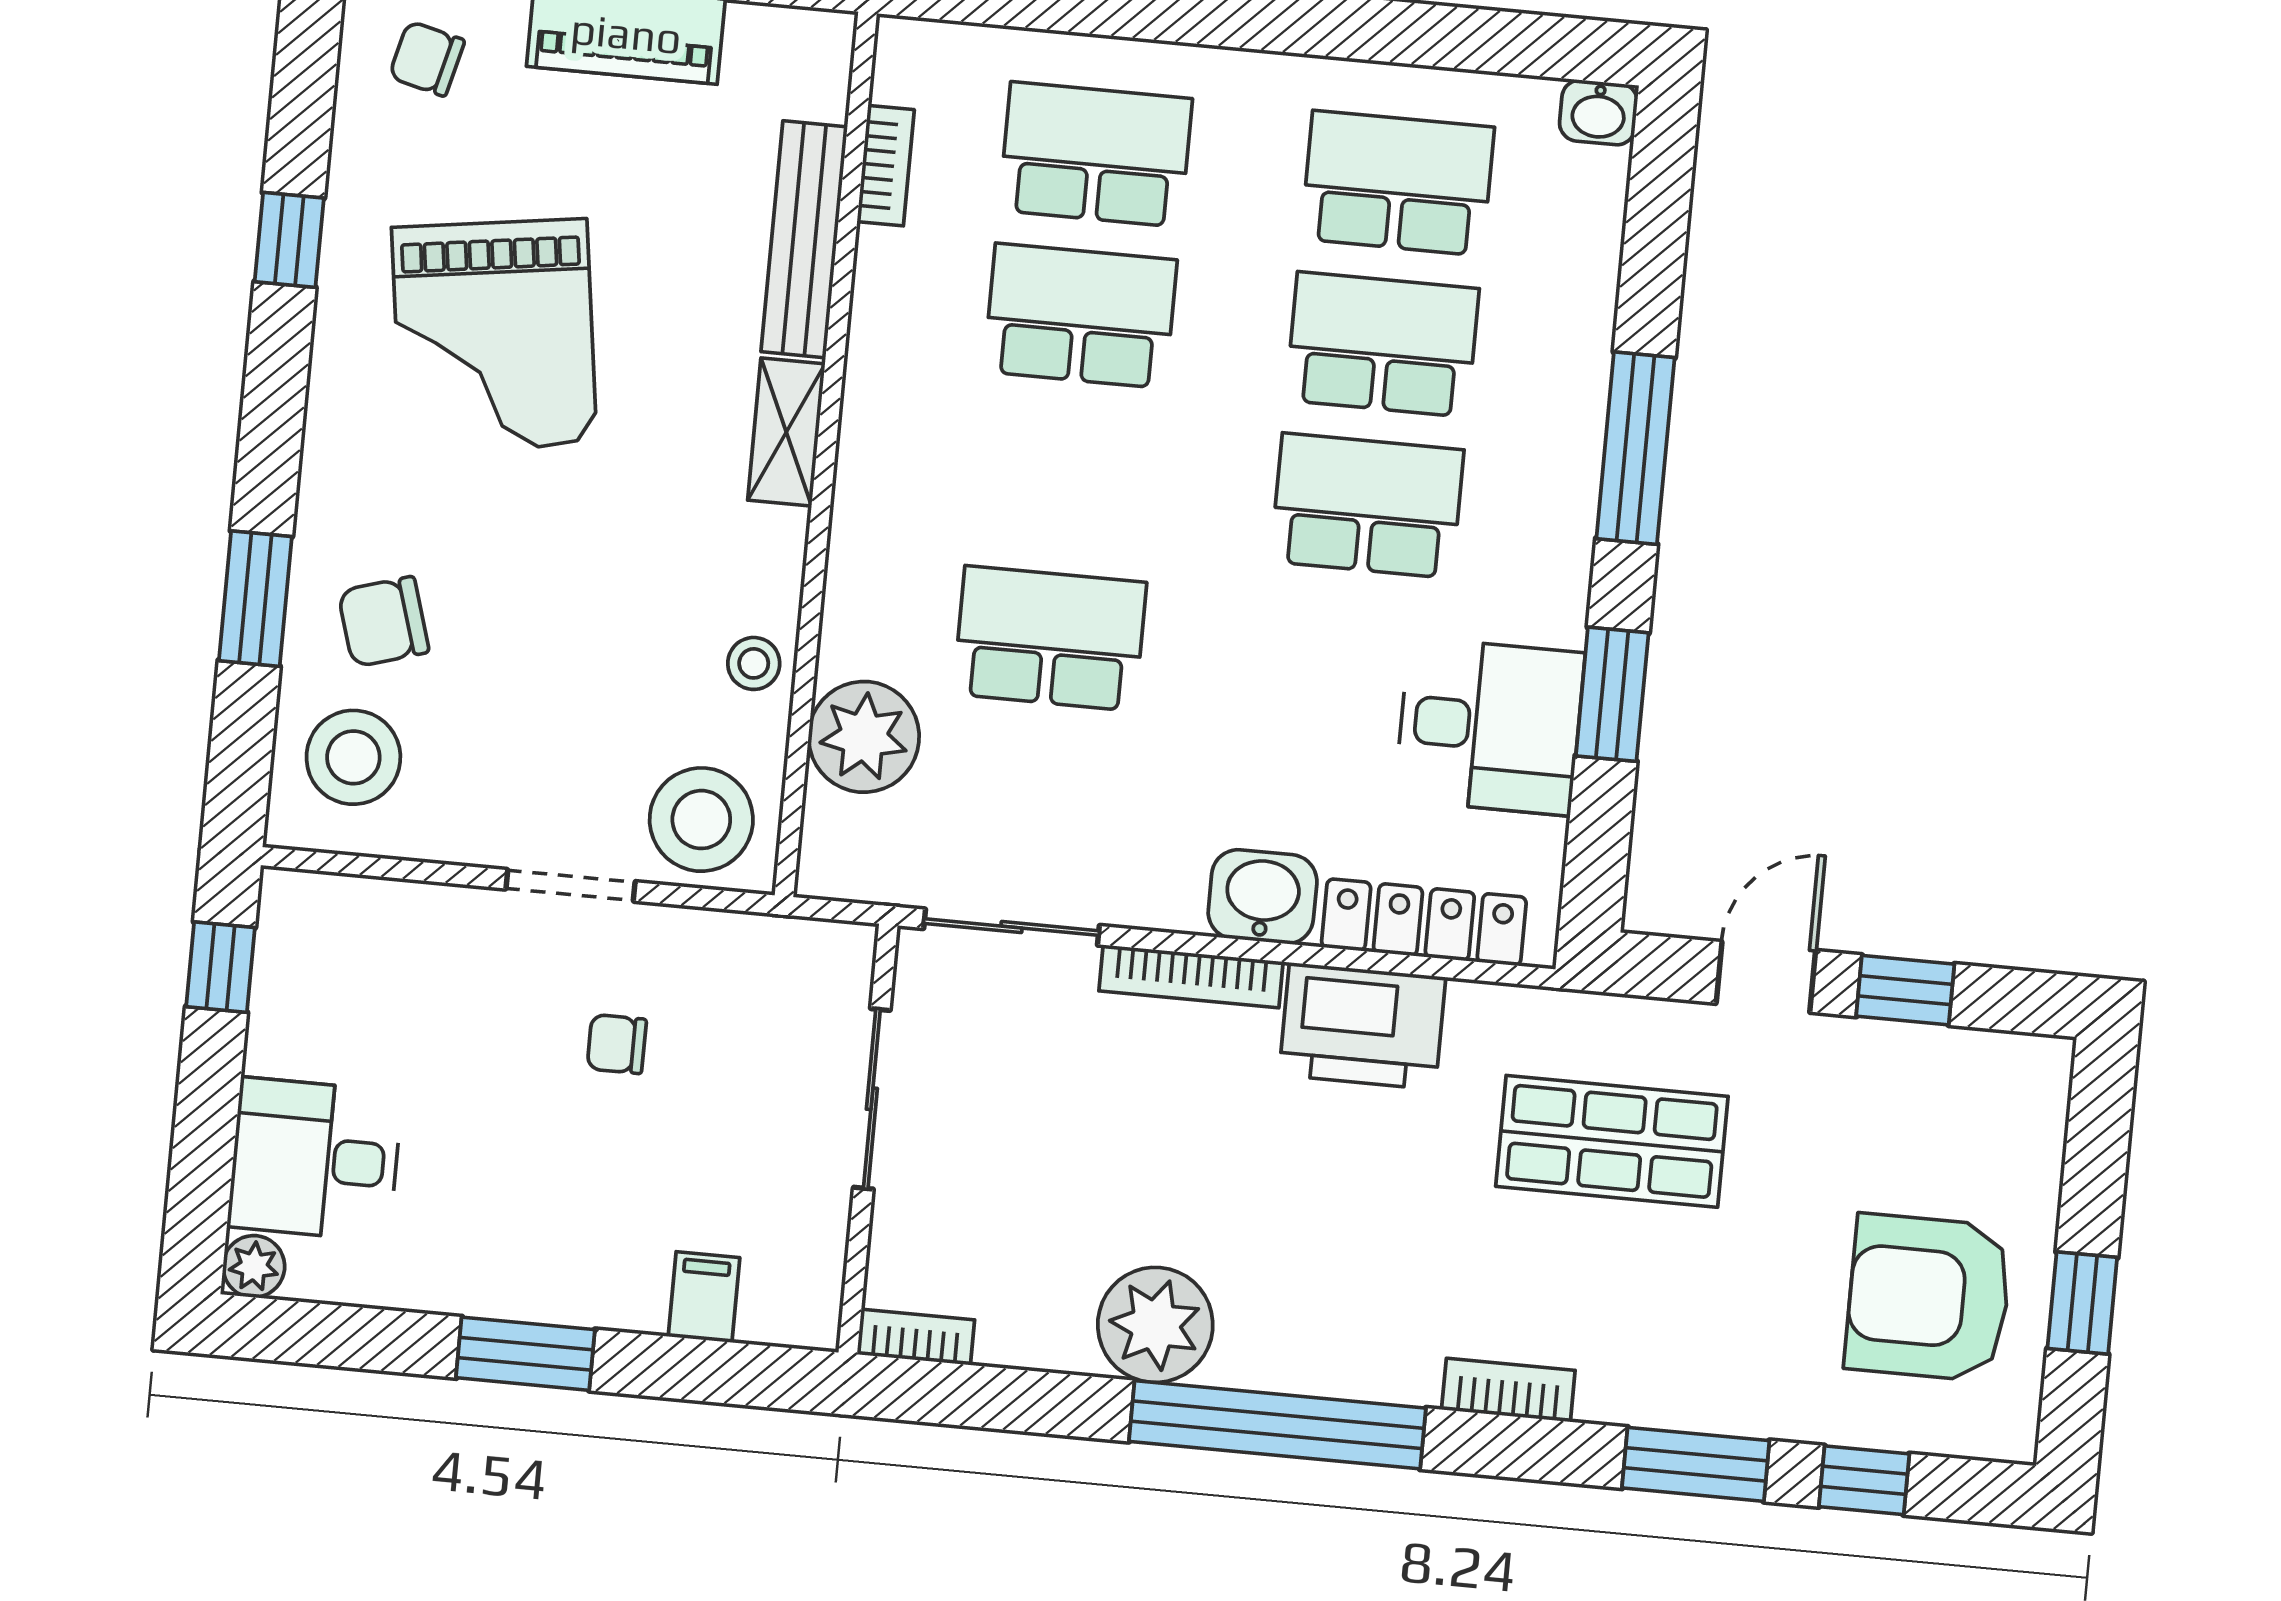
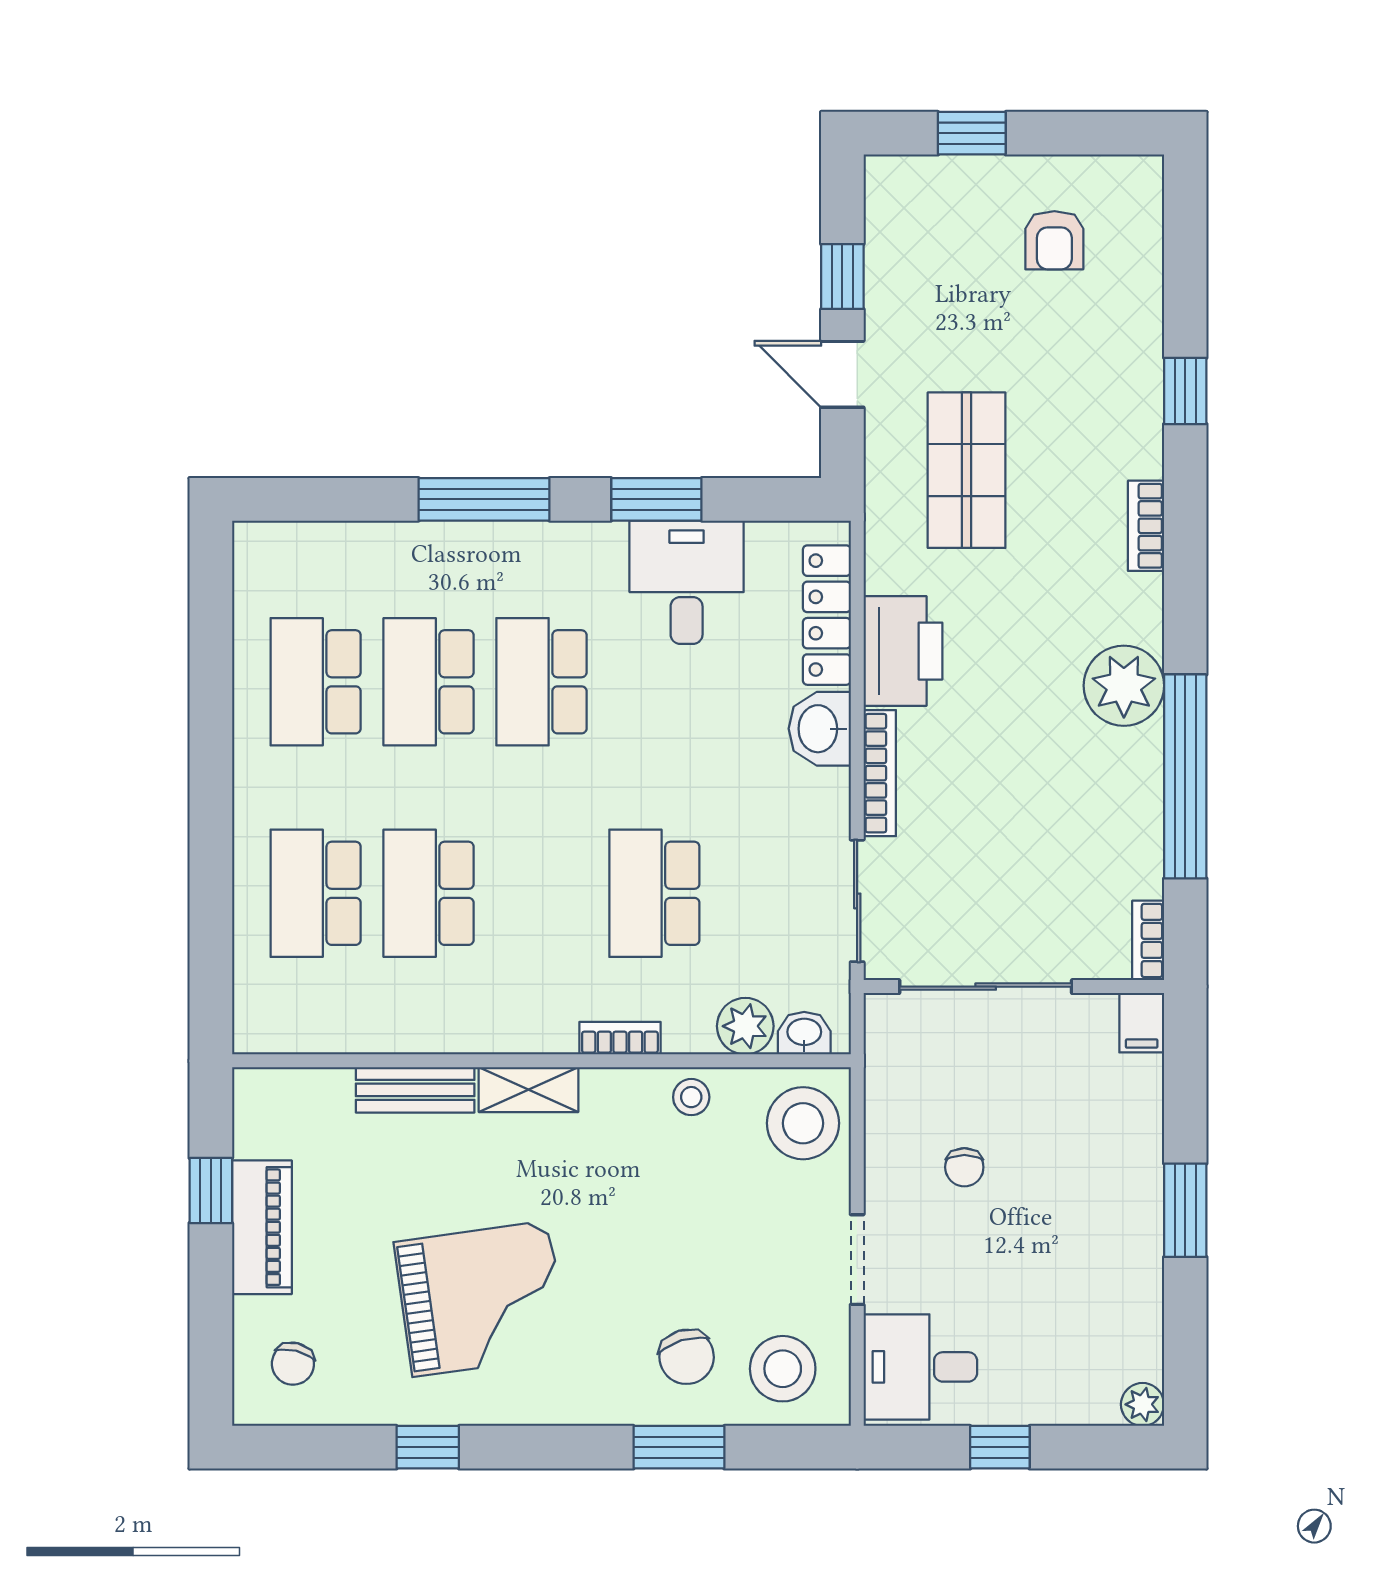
washbasin: (1599, 112) -> (804, 1033), moved, turned -90
bookcase: (886, 166) -> (620, 1038), moved
bench: (804, 239) -> (415, 1090), width x0.73
plant: (864, 737) -> (745, 1026), width x0.73, depth x0.73
doorway: (571, 885) -> (857, 1260), moved
window: (220, 967) -> (1000, 1447), moved
sliding door: (872, 1099) -> (986, 987), width x1.37
desk: (315, 1159) -> (920, 1367), moved, turned 90
filing cabinet: (704, 1297) -> (1142, 1023), moved, turned -90
armchair: (1929, 1298) -> (1054, 240), width x0.53, depth x0.53
window: (2082, 1303) -> (972, 133), moved
plant: (1155, 1325) -> (1124, 686), moved
window: (1277, 1425) -> (1185, 776), moved
window: (1696, 1464) -> (1185, 391), width x0.67
window: (1864, 1480) -> (1185, 273), removed

